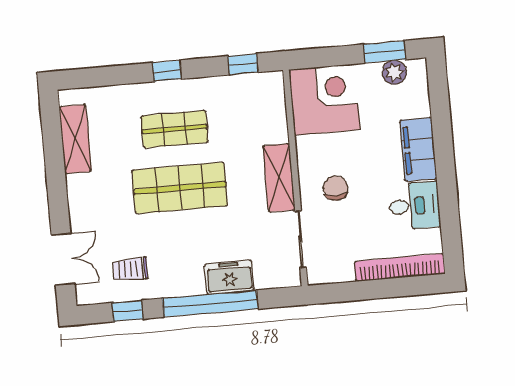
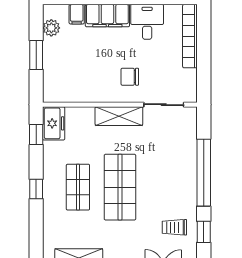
window: (385, 52) -> (36, 55), moved
corner desk: (324, 100) -> (66, 79), removed
filing cabinet: (417, 106) -> (77, 14), added
trolley: (130, 269) -> (174, 227), turned 90
freezer: (229, 277) -> (54, 123), moved, turned 180

